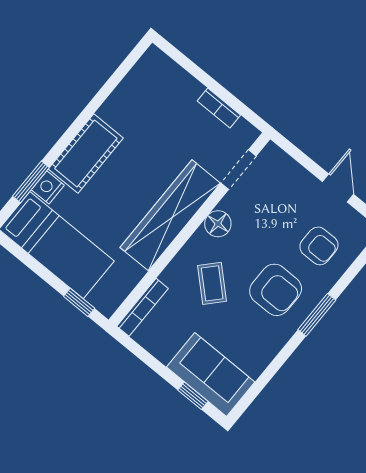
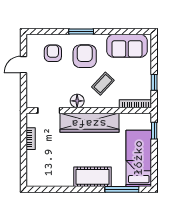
window: (31, 182) -> (122, 189), width x1.44
nightstand: (48, 187) -> (119, 181), removed
sofa: (211, 374) -> (127, 46), moved, turned -90
window: (193, 396) -> (154, 82), moved

